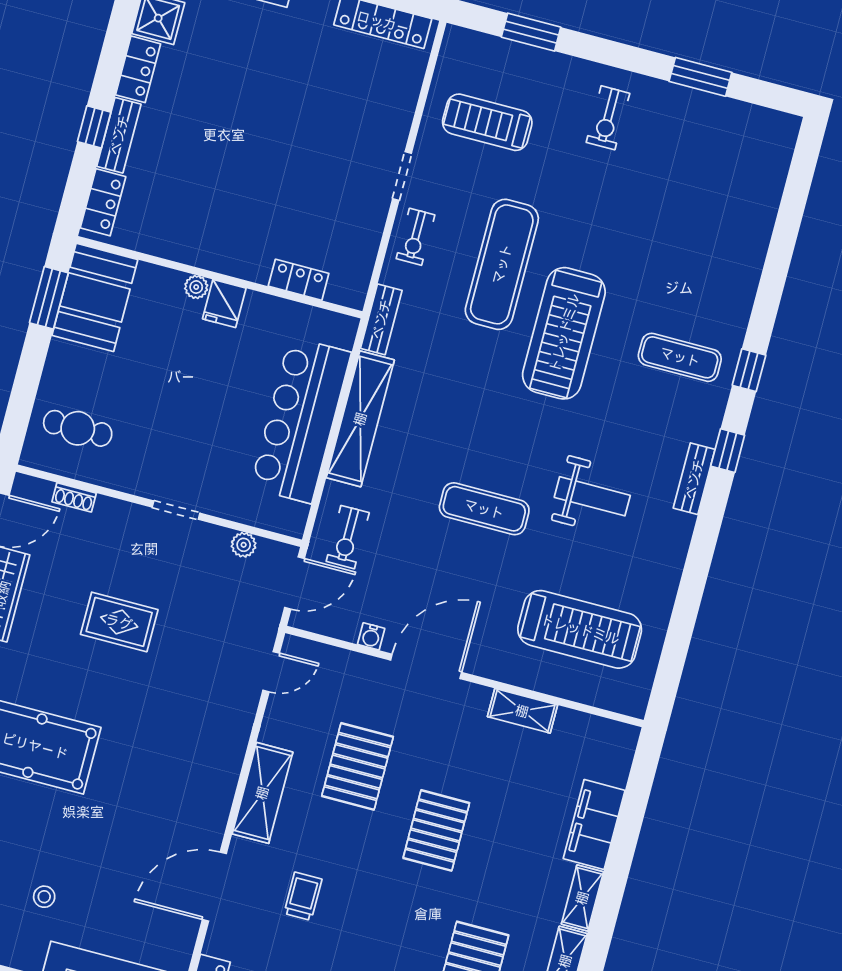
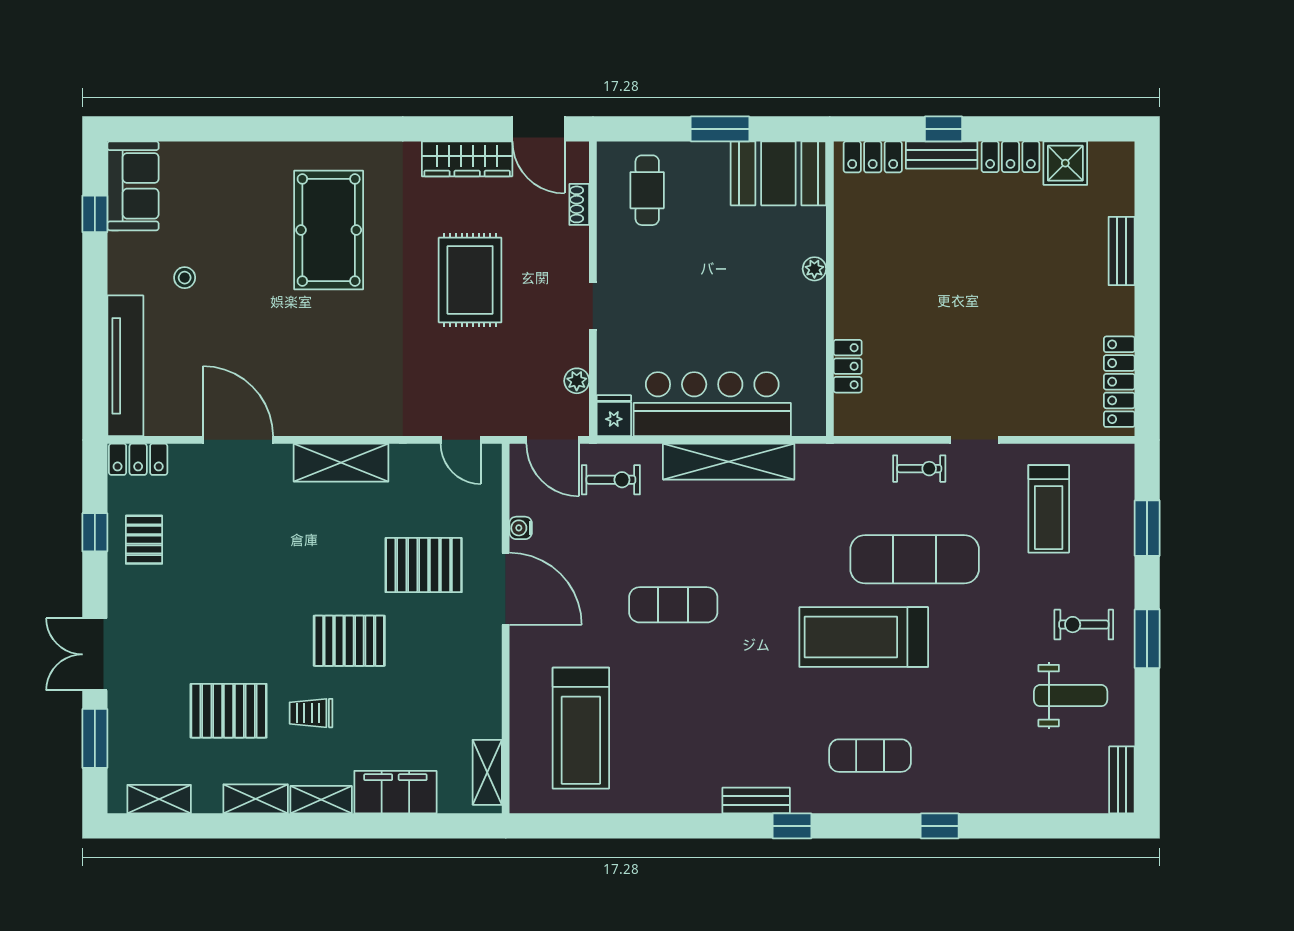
window: (700, 77) -> (1147, 639), moved
treadmill: (487, 122) -> (1049, 509), turned 180
exercise bike: (416, 237) -> (919, 469), turned 180
window: (49, 298) -> (720, 129), moved
fridge: (224, 303) -> (614, 416), moved, turned 90
bench: (381, 319) -> (1122, 780), moved, turned 90
exercise mat: (680, 357) -> (870, 756), turned 90
window: (749, 370) -> (940, 826), moved
weight bench: (592, 496) -> (1071, 696), moved, turned -90
exercise mat: (484, 509) -> (673, 605), turned 90
exercise bike: (348, 537) -> (611, 480), turned 180
rug: (119, 622) -> (470, 280), width x1.36, depth x1.43
shelving: (522, 711) -> (487, 772), moved
pallet: (358, 766) -> (424, 565), moved
trolley: (303, 896) -> (311, 713), moved, turned 180

